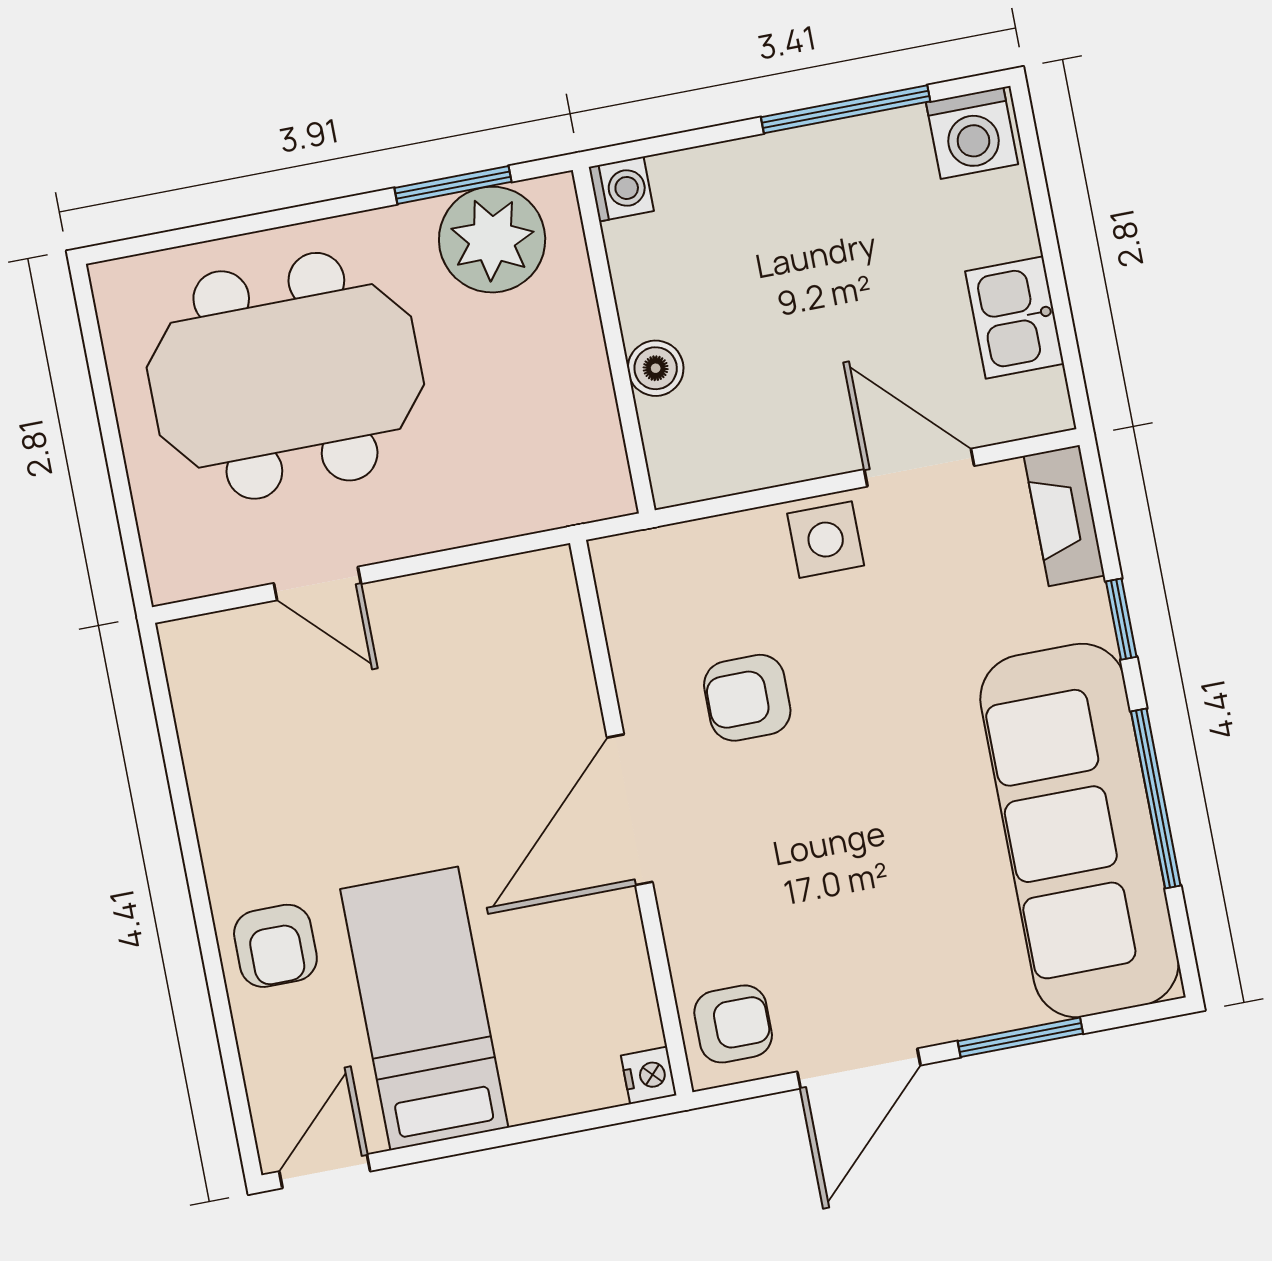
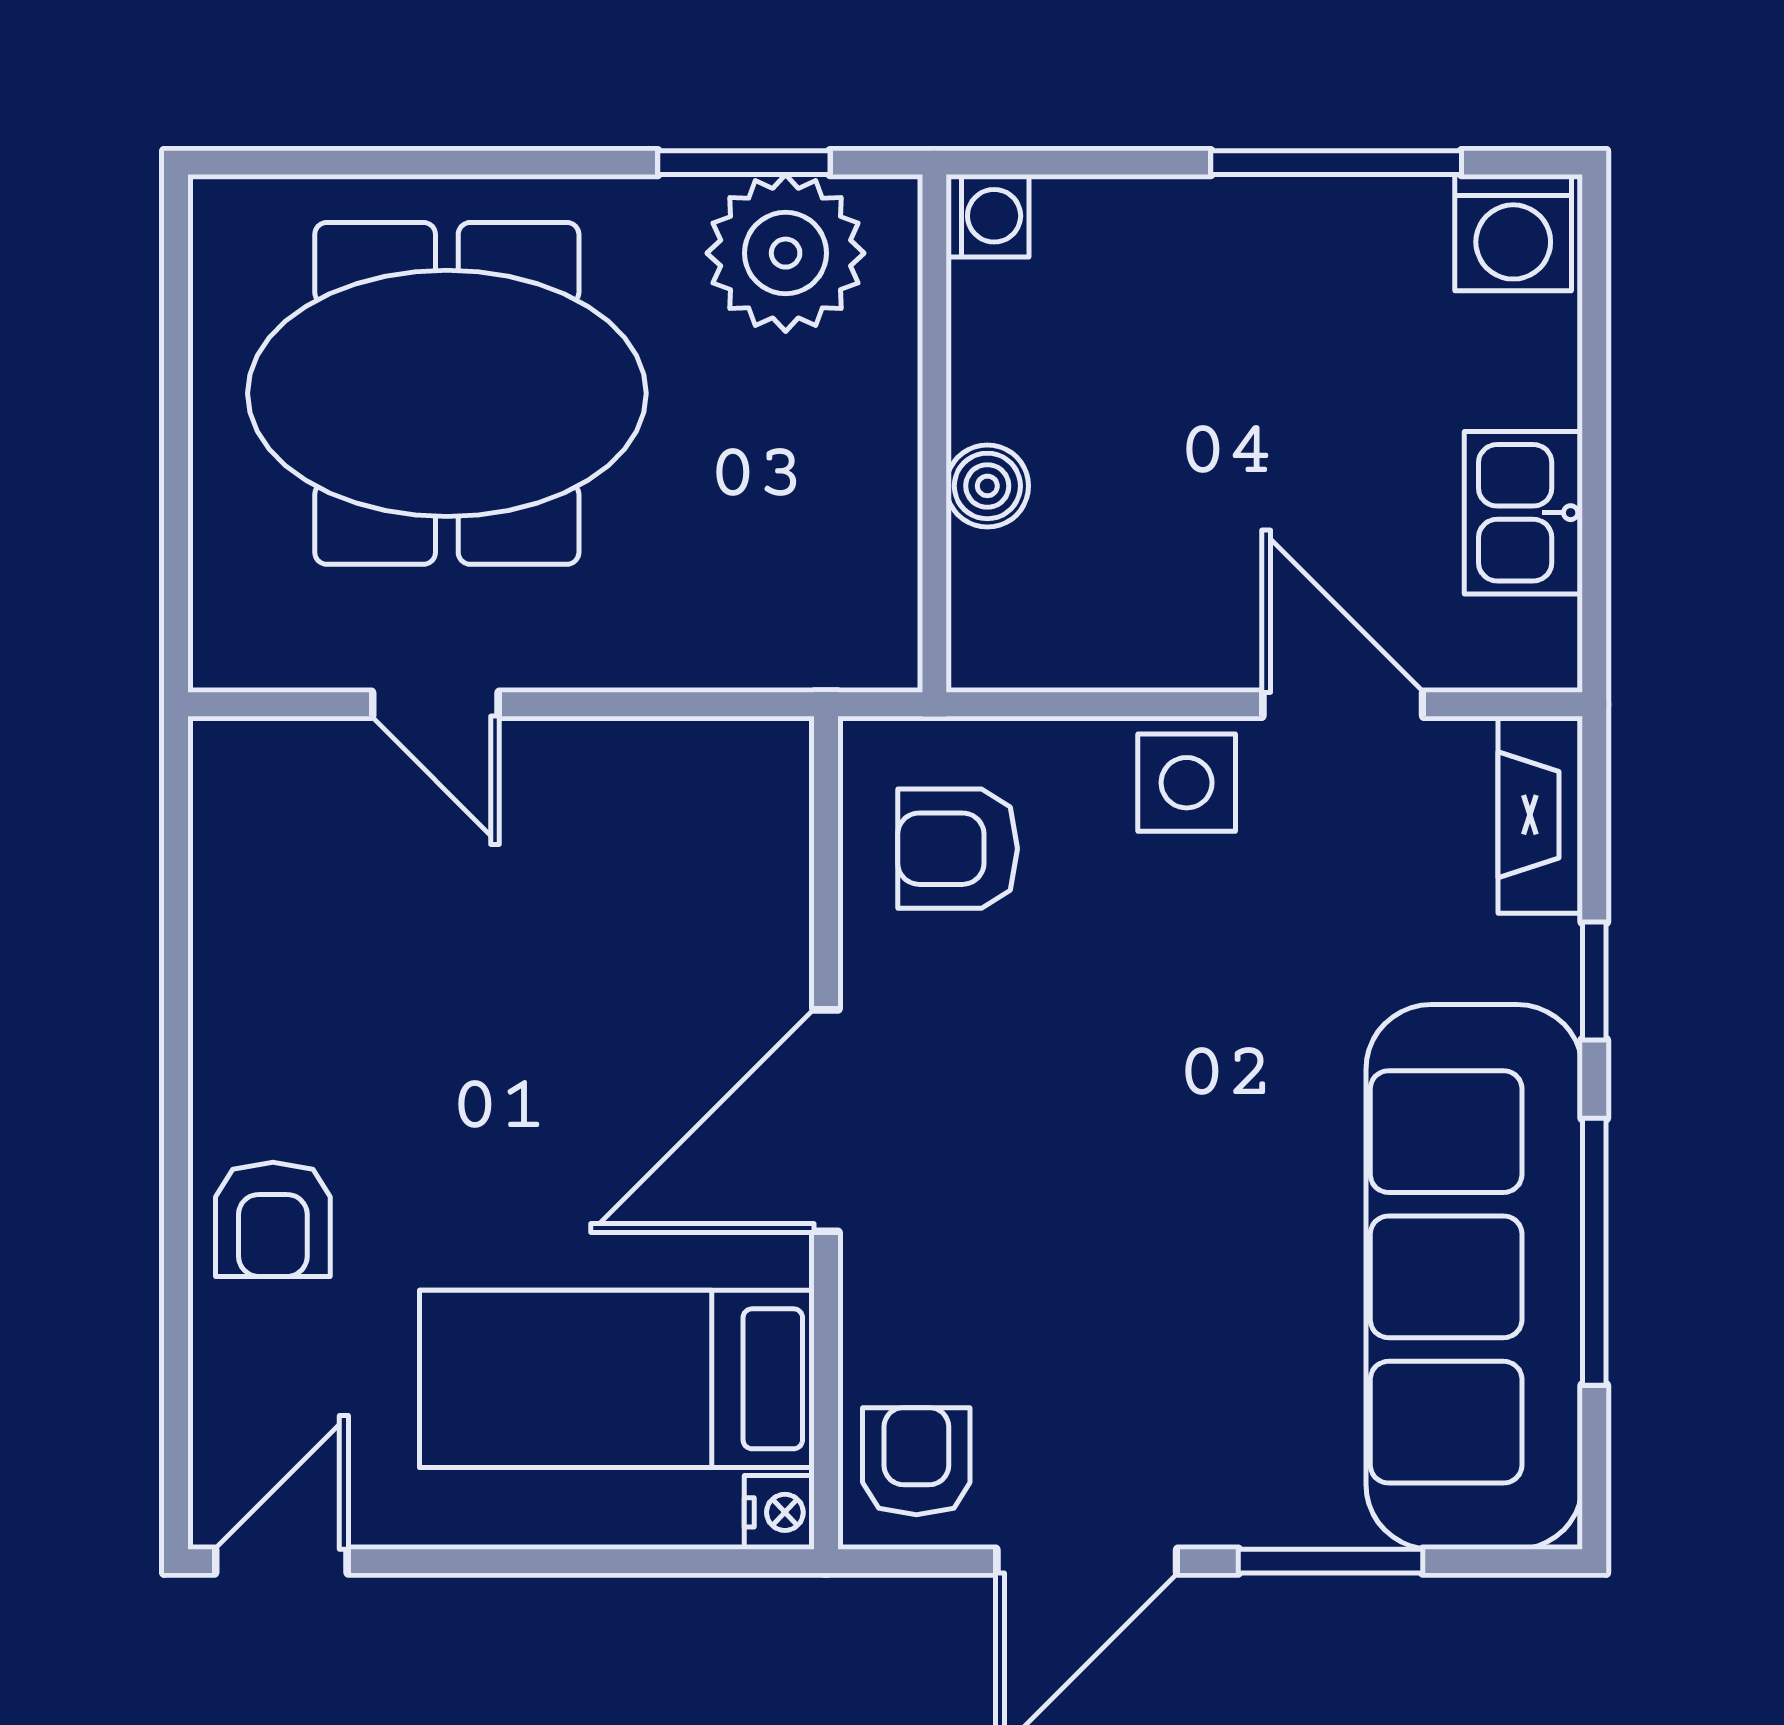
armchair: (747, 698) -> (958, 849), moved
bed: (424, 1008) -> (617, 1379), moved, turned -90
armchair: (733, 1024) -> (916, 1461), turned -90

